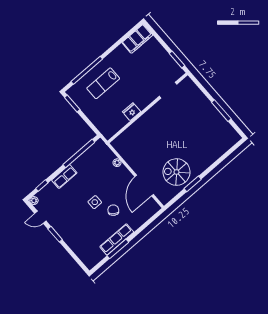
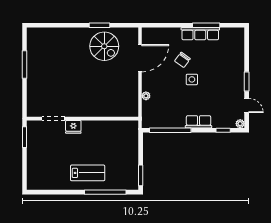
filing cabinet: (137, 39) -> (42, 182), removed
lab bench: (103, 83) -> (88, 173), moved
fridge: (132, 112) -> (73, 127), moved

